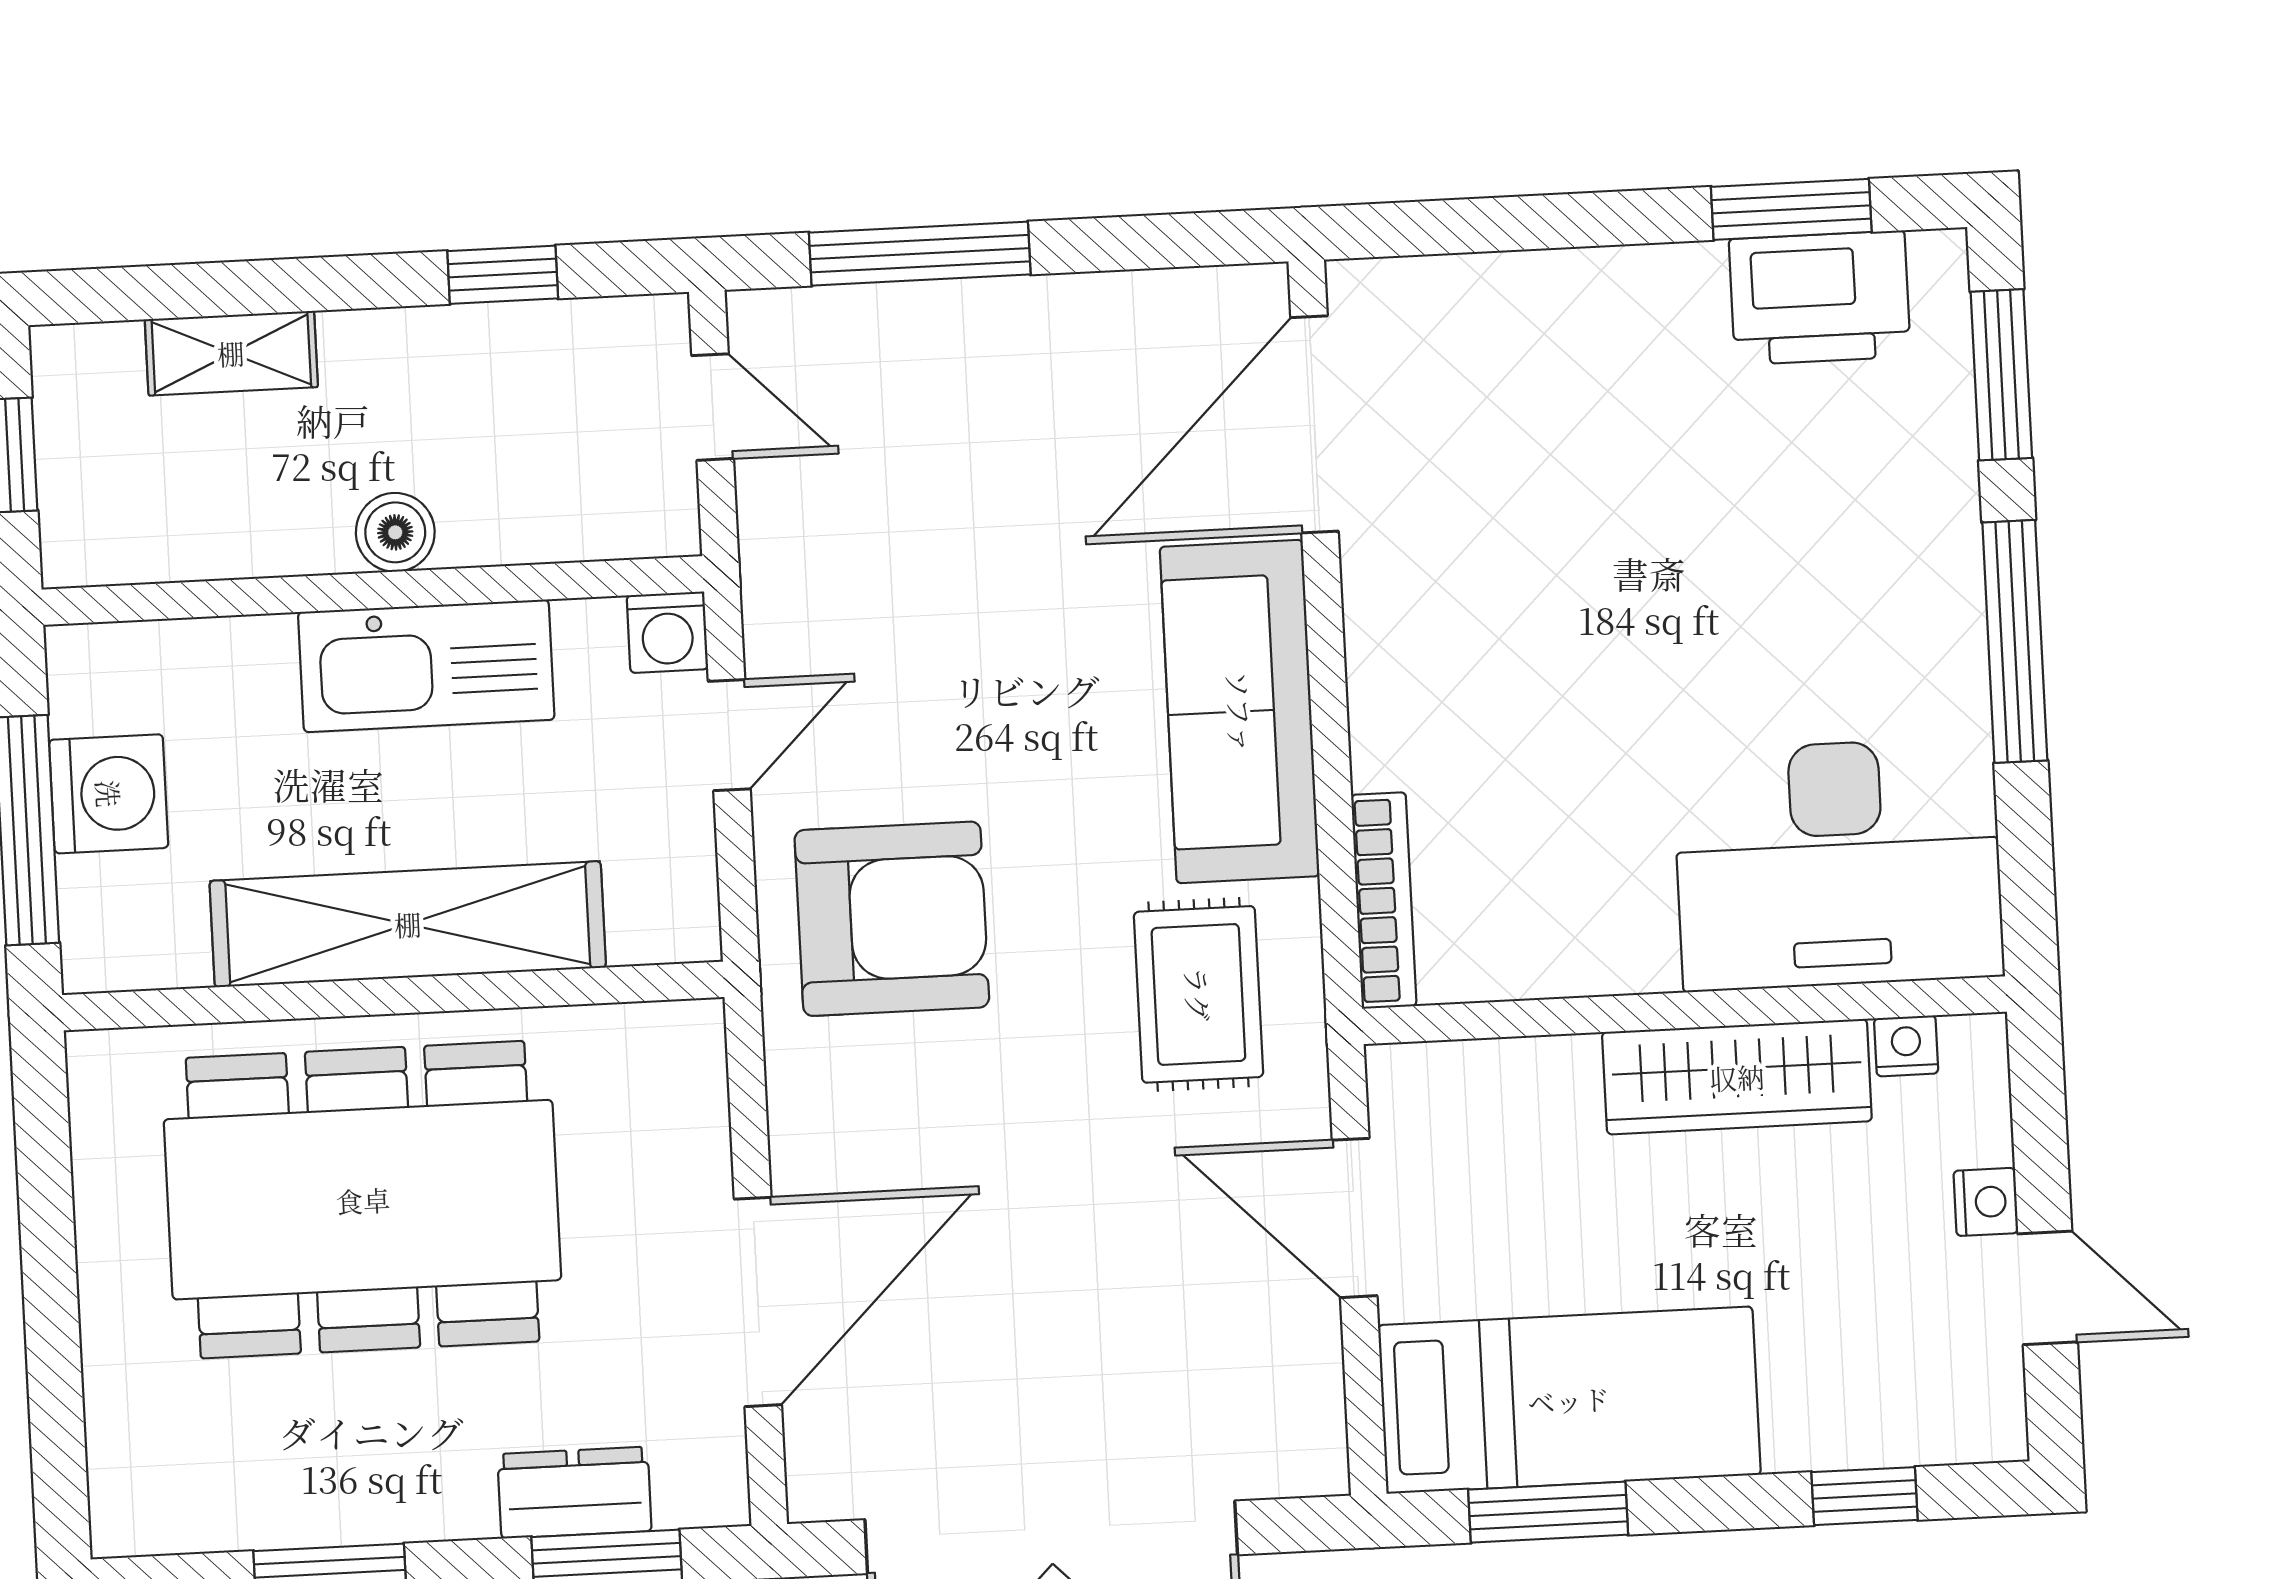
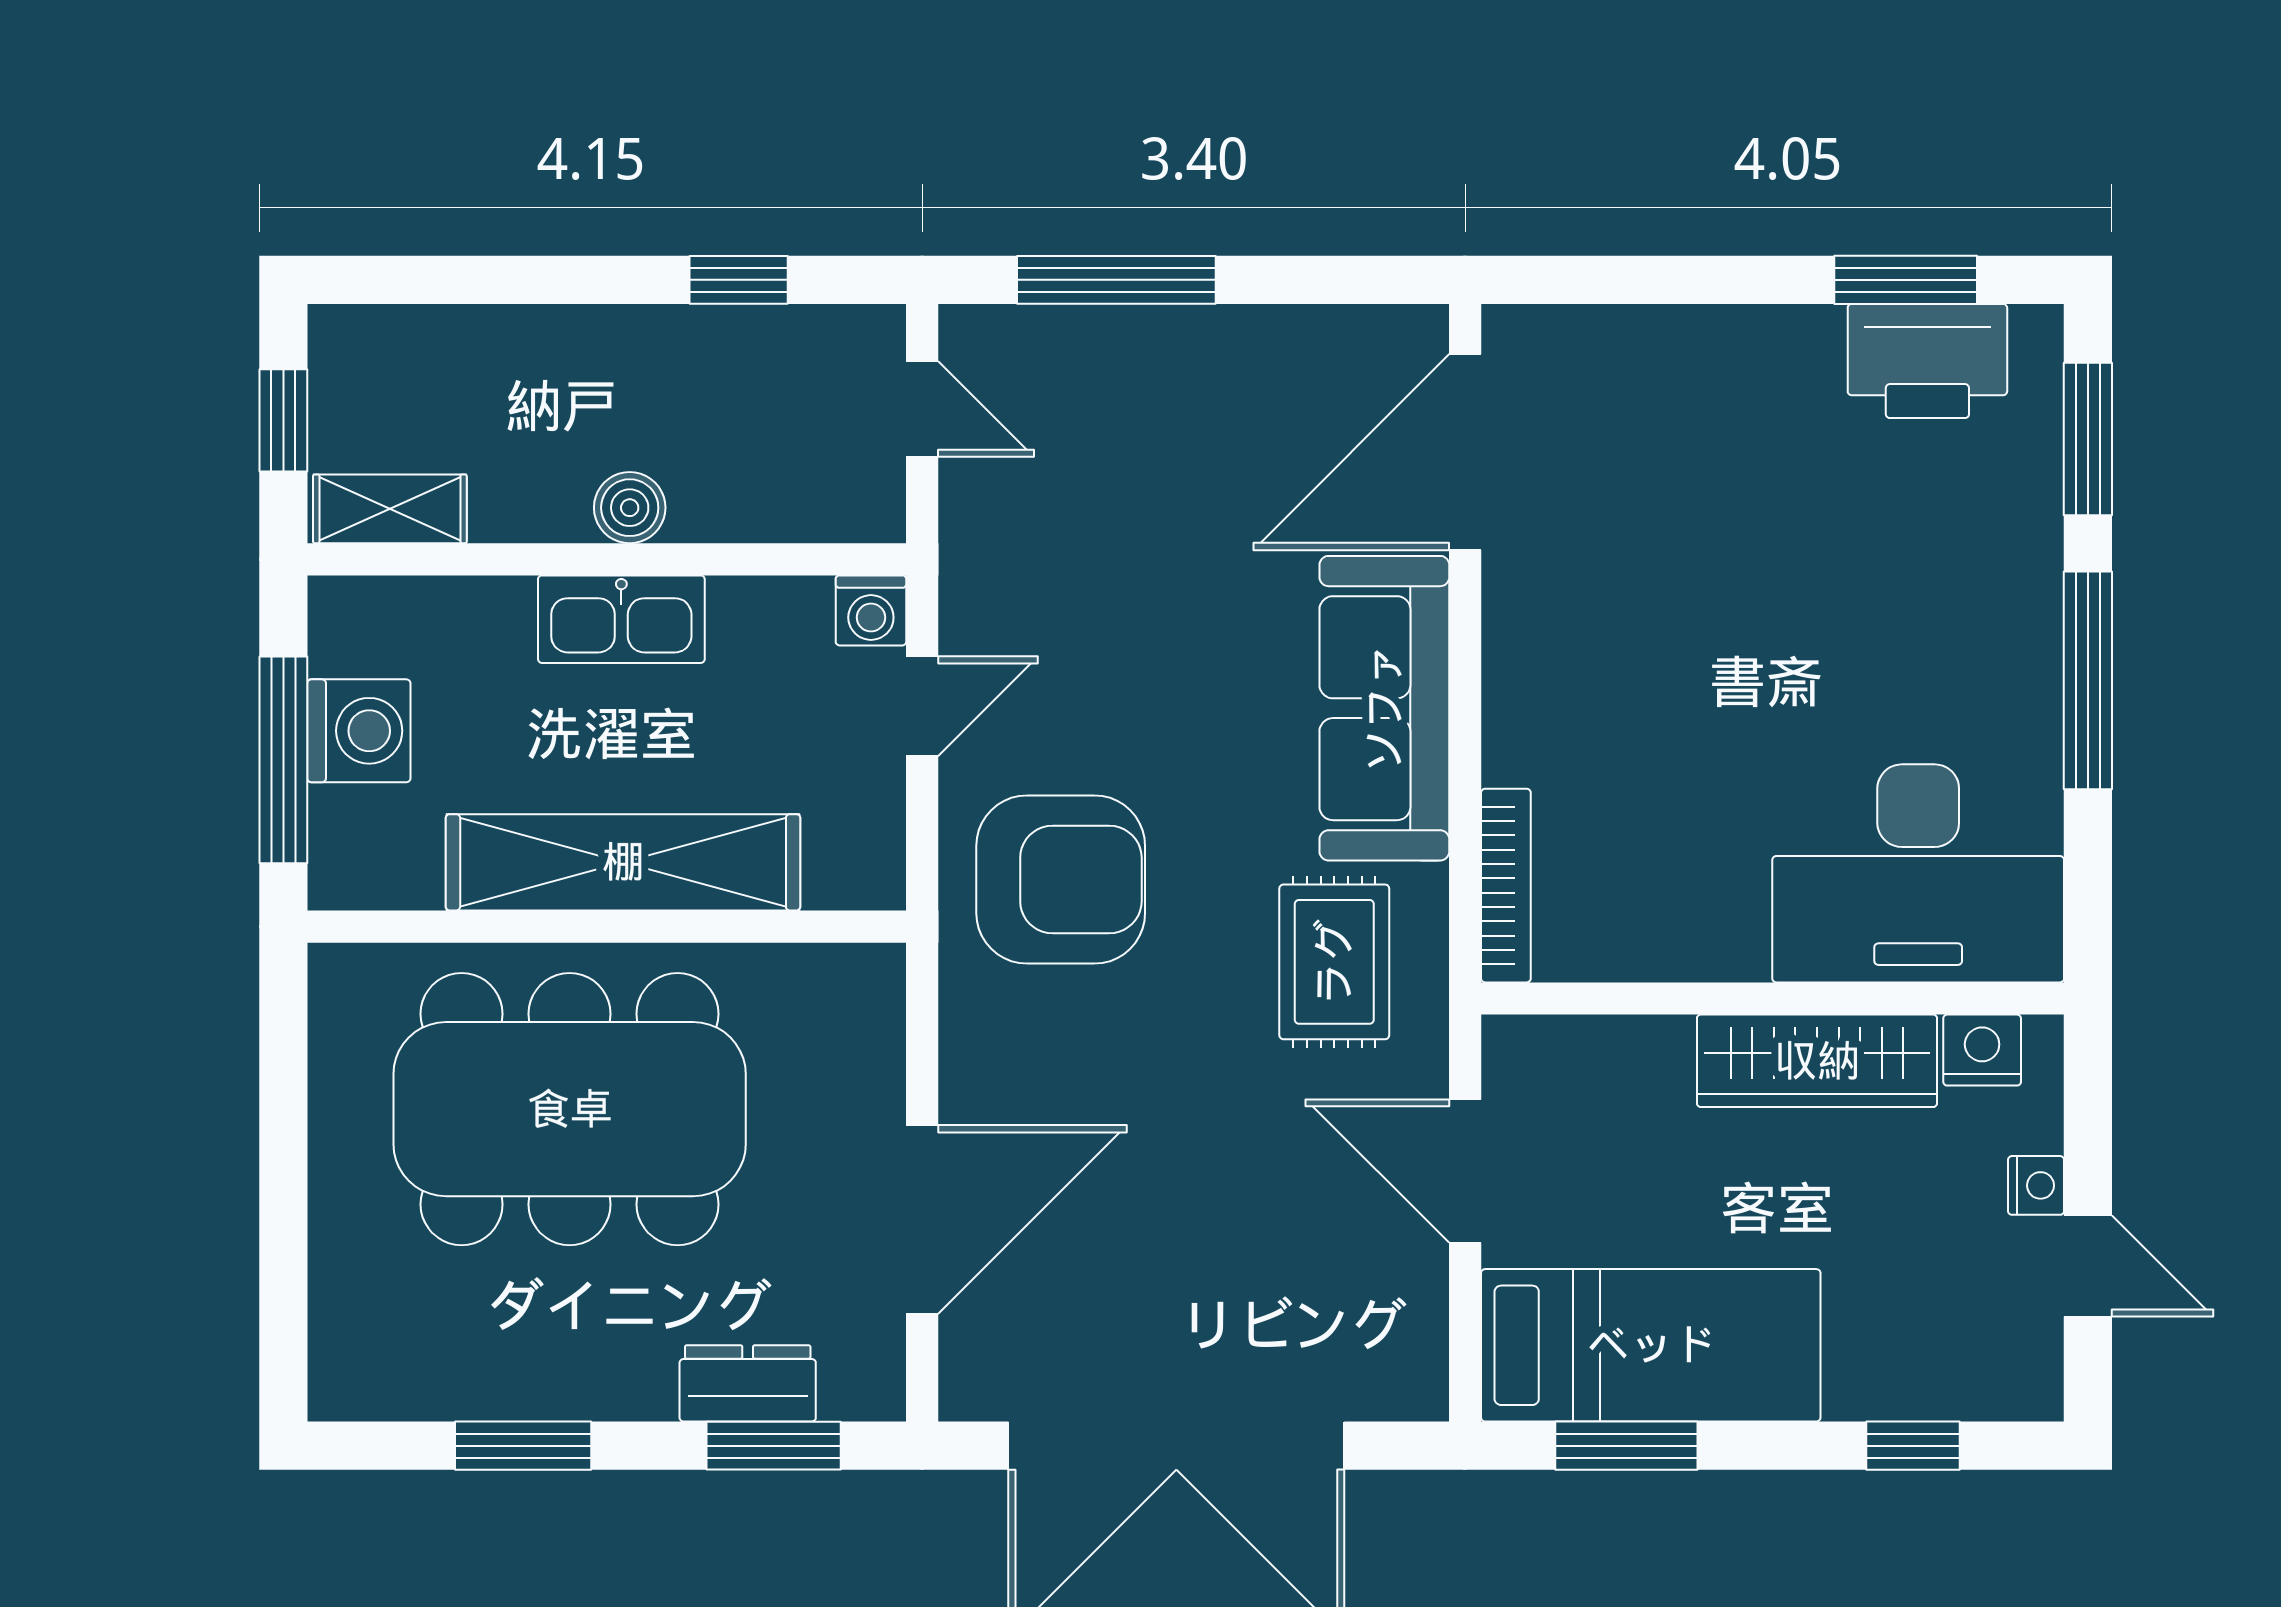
shelving: (231, 353) -> (390, 509), moved
kitchen sink: (426, 666) -> (621, 619), width x0.73, depth x0.81
nightstand: (1906, 1046) -> (1982, 1050), width x1.39, depth x1.35

